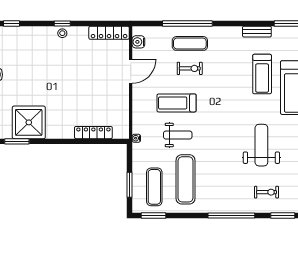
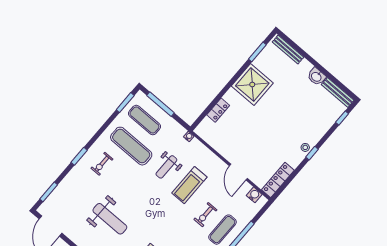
treadmill: (177, 103) -> (189, 185), turned 180
shower: (29, 122) -> (252, 84), moved
locker: (93, 133) -> (218, 110), width x0.66
window: (130, 185) -> (161, 104), width x1.44
exercise bike: (267, 192) -> (102, 164), moved
window: (231, 215) -> (79, 156), width x0.47

